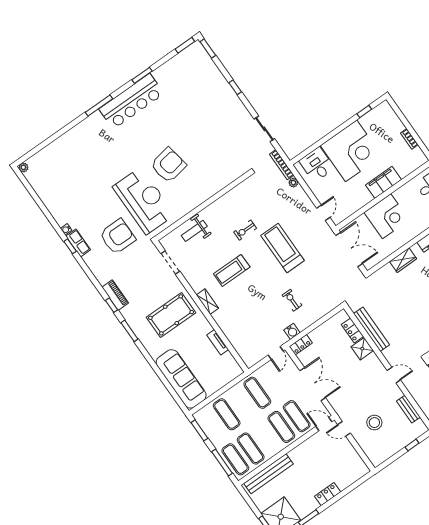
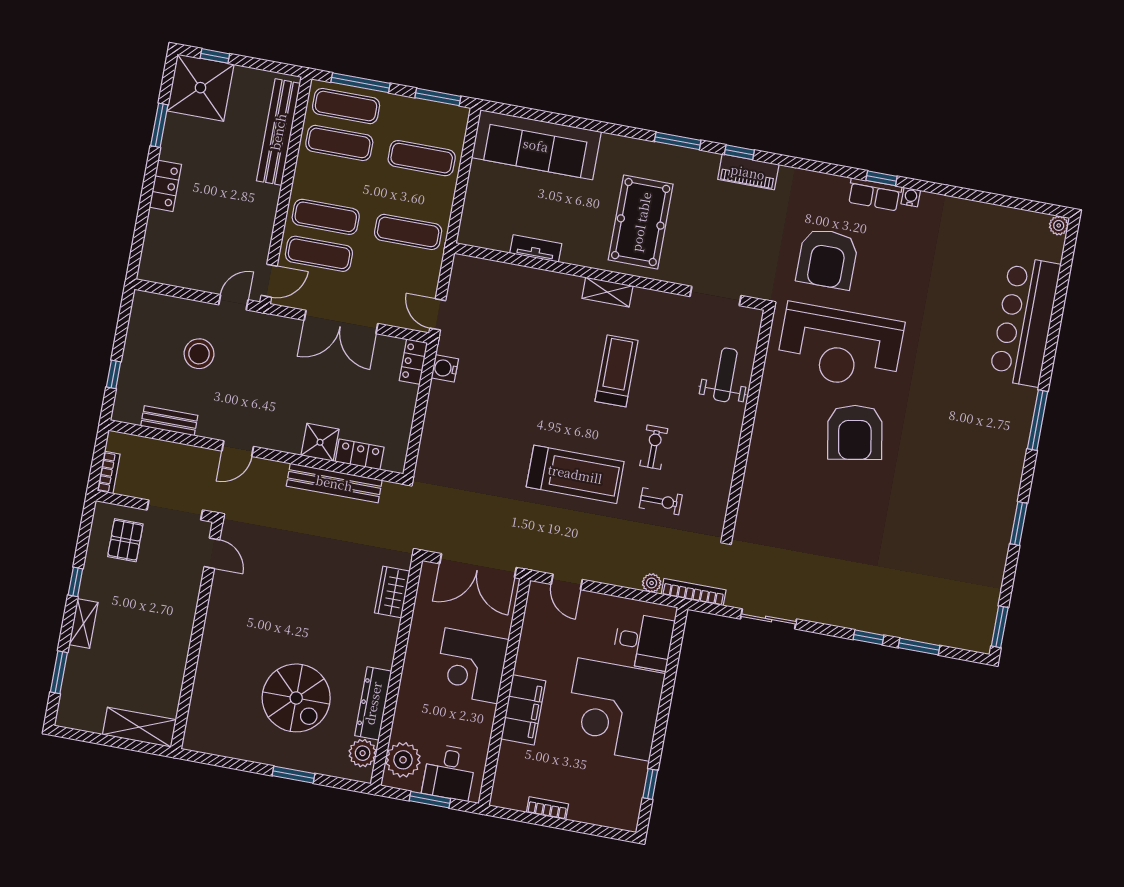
window: (208, 48) -> (919, 647), moved
bar counter: (131, 101) -> (1025, 321), moved
wardrobe: (403, 260) -> (392, 592), moved
exercise bike: (292, 300) -> (661, 501), moved

